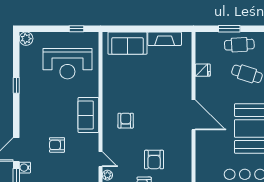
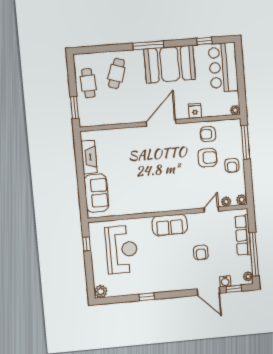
window: (229, 29) -> (75, 107), moved
fridge: (203, 70) -> (195, 111), moved
armchair: (126, 121) -> (208, 134), moved

